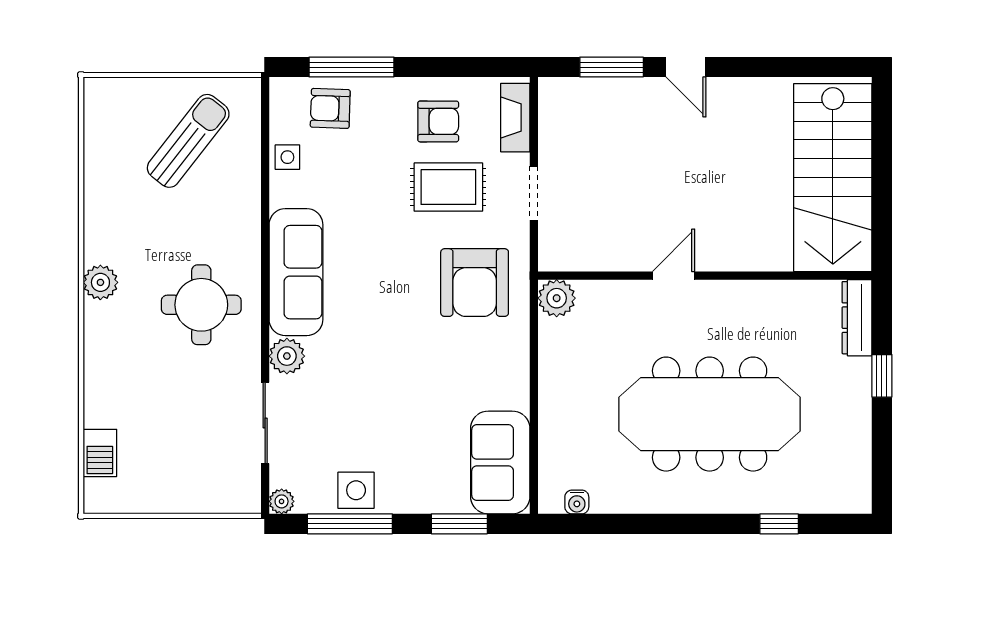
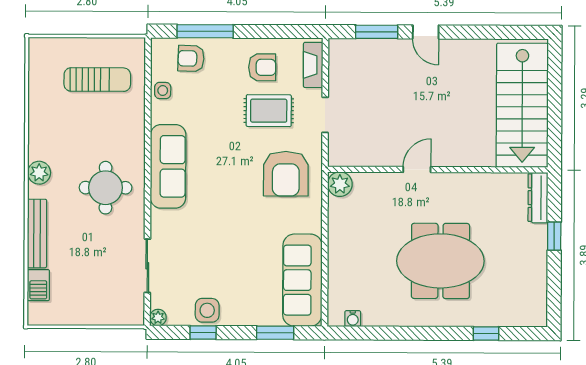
sun lounger: (188, 141) -> (97, 80), turned 52
plant: (287, 356) -> (162, 222), removed
bench: (98, 375) -> (37, 234), added
meeting table: (710, 414) -> (440, 261), width x0.73
sofa: (500, 462) -> (302, 280), width x1.36
window: (350, 524) -> (203, 332), width x0.46

